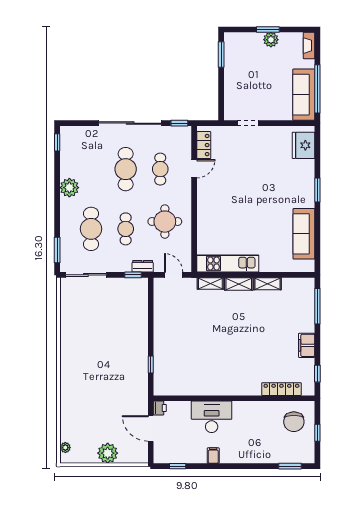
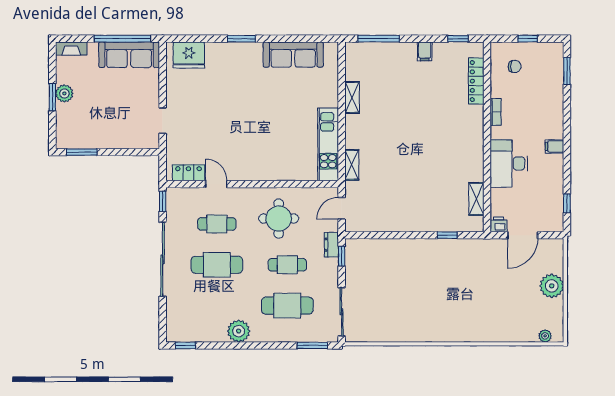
shelving: (239, 284) -> (476, 199), moved
filing cabinet: (307, 345) -> (425, 51), width x0.50
bookcase: (255, 406) -> (496, 112), added
chair: (294, 422) -> (515, 66), width x0.54, depth x0.54
filing cabinet: (213, 456) -> (554, 146), moved

